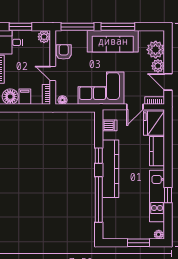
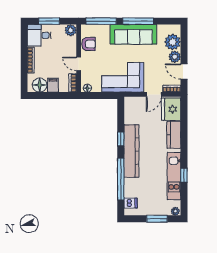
armchair: (64, 52) -> (89, 44), turned 90
dishwasher: (110, 125) -> (131, 203), moved

